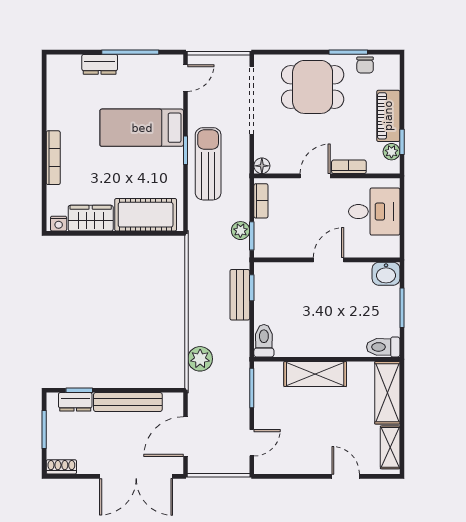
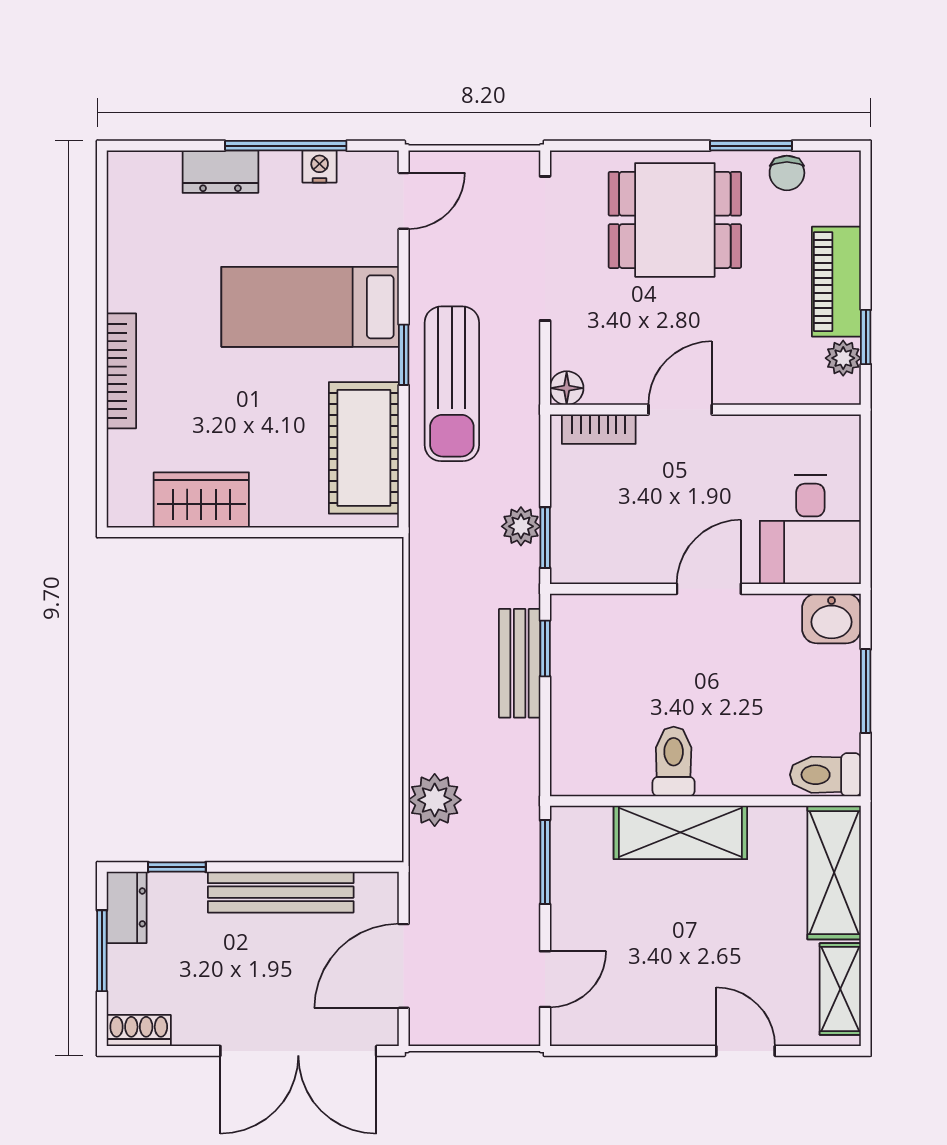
sun lounger: (208, 164) -> (452, 384), turned 180
bookcase: (349, 167) -> (752, 390), removed
bookcase: (261, 201) -> (599, 429), moved, turned 90
desk: (374, 212) -> (810, 530), moved, turned 90
cot: (146, 215) -> (364, 448), moved, turned 90
nightstand: (59, 224) -> (320, 166), moved, turned 180
toilet: (264, 341) -> (674, 761), moved
dresser: (75, 402) -> (127, 907), moved, turned -90

